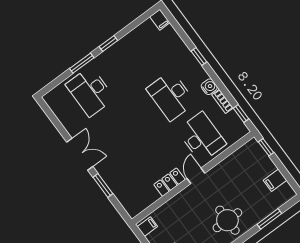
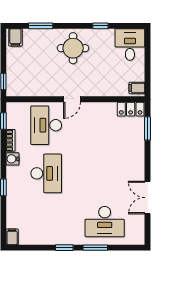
desk: (90, 91) -> (105, 222), turned 90
double door: (80, 154) -> (148, 198), moved
filing cabinet: (275, 180) -> (15, 37), moved, turned 90
locker: (169, 182) -> (131, 109), moved
window: (103, 185) -> (148, 128), moved

